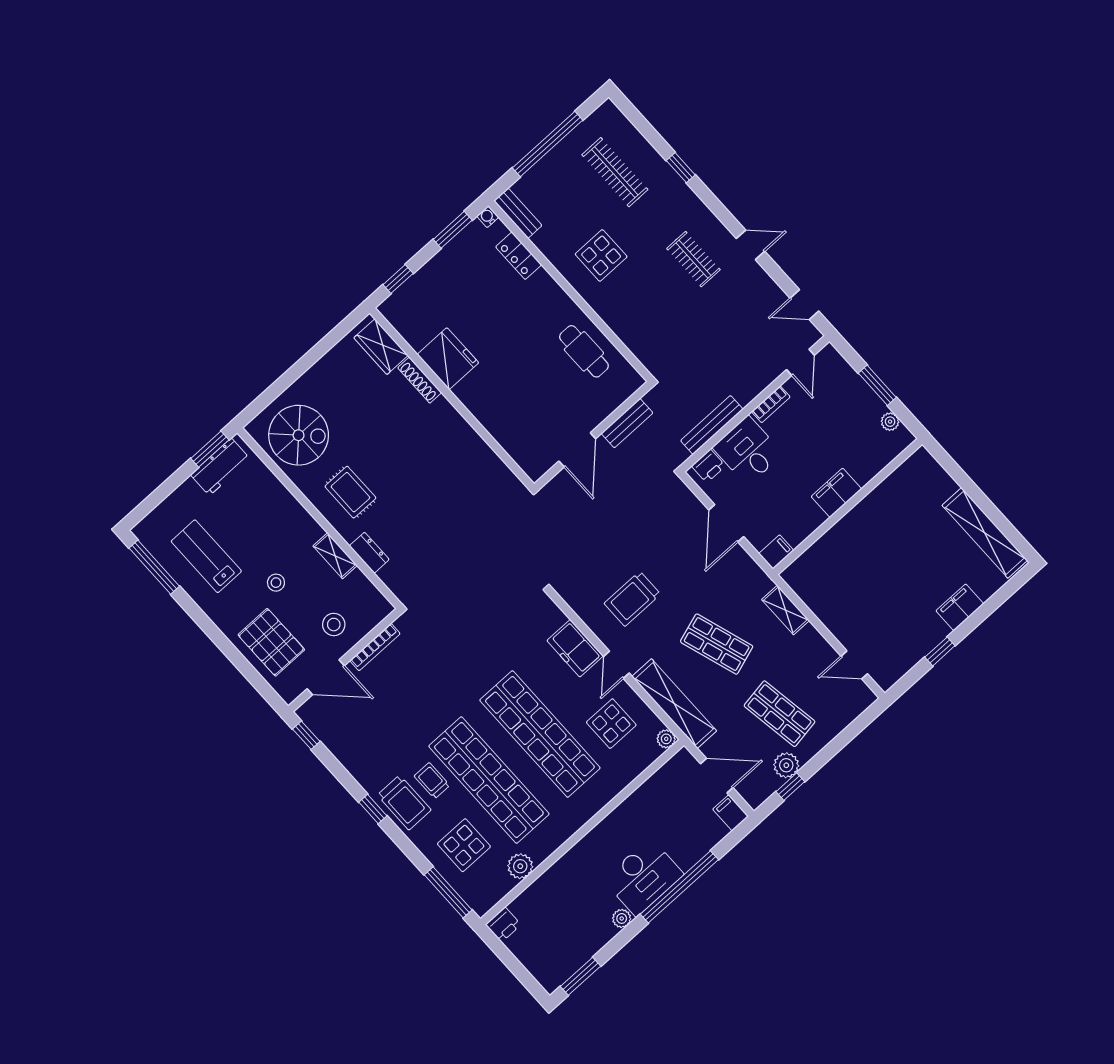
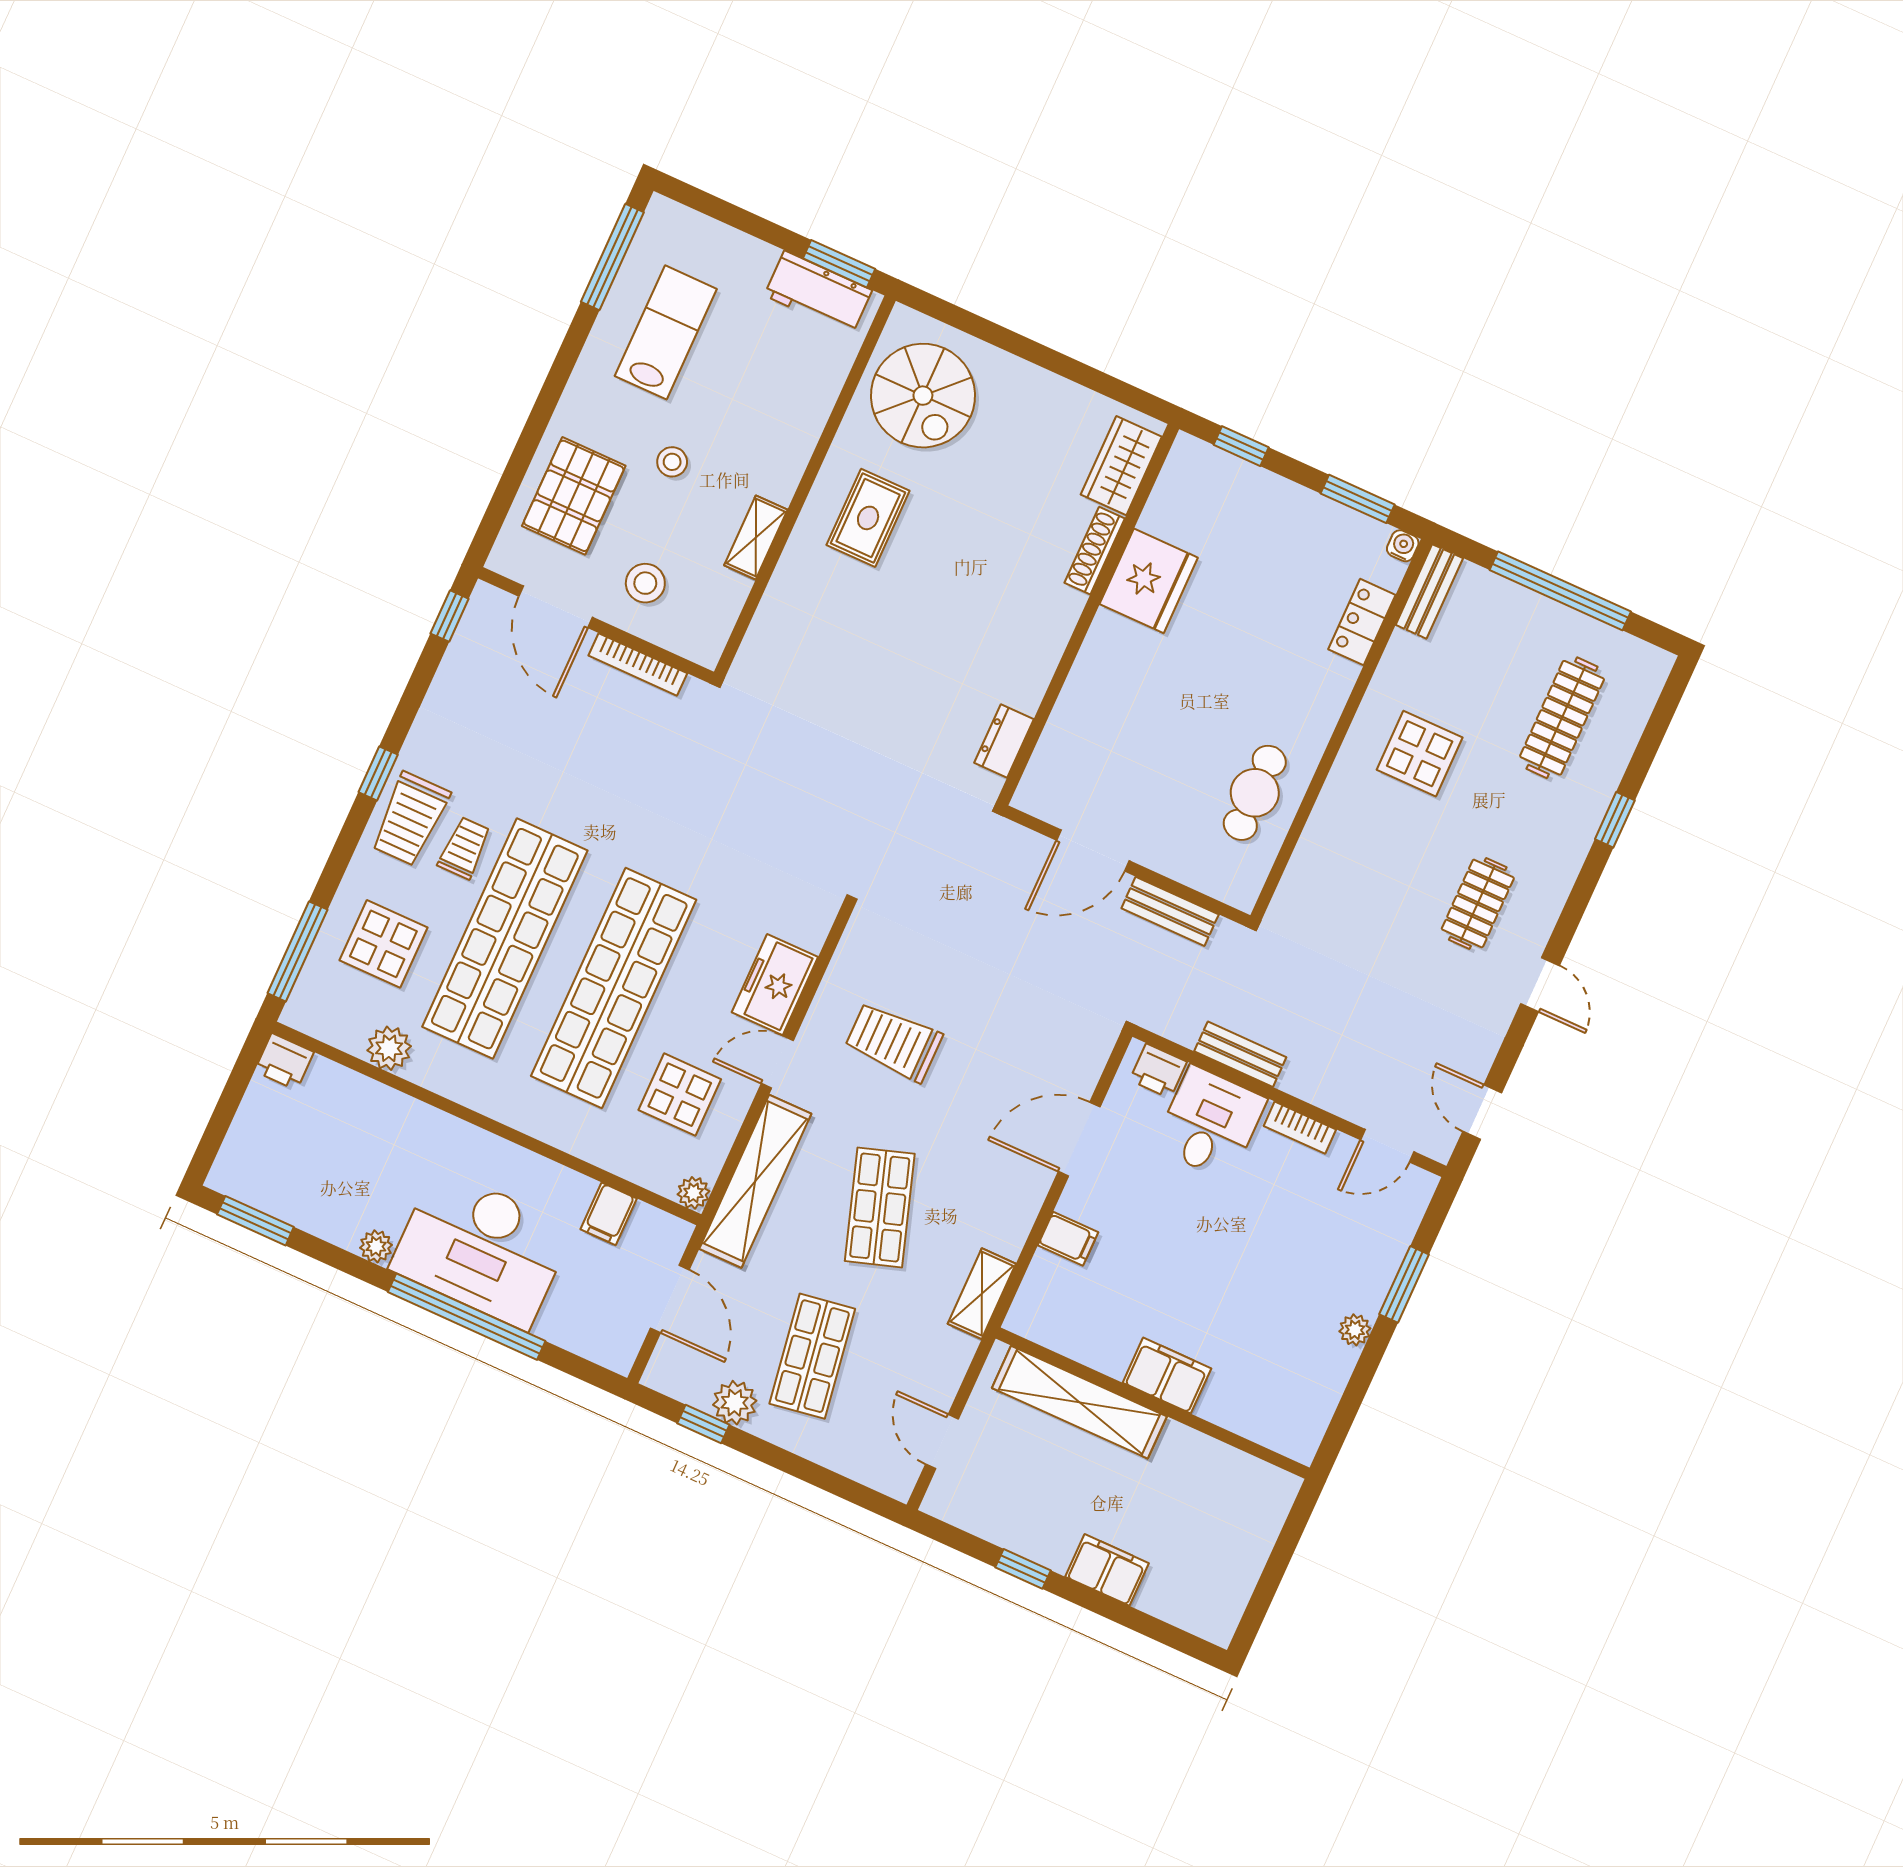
bench: (712, 425) -> (1240, 1054), width x0.73
filing cabinet: (836, 493) -> (1167, 1376), moved
wall: (848, 507) -> (1153, 1403), moved
shelving: (985, 533) -> (1079, 1402), moved, turned 90
dresser: (369, 553) -> (1004, 741), moved, turned 180
filing cabinet: (731, 813) -> (609, 1214), moved, turned 180
desk: (643, 877) -> (481, 1248), width x1.36, depth x1.30

